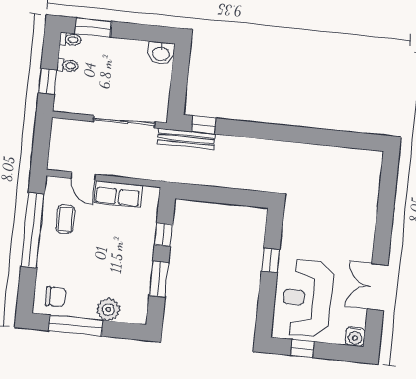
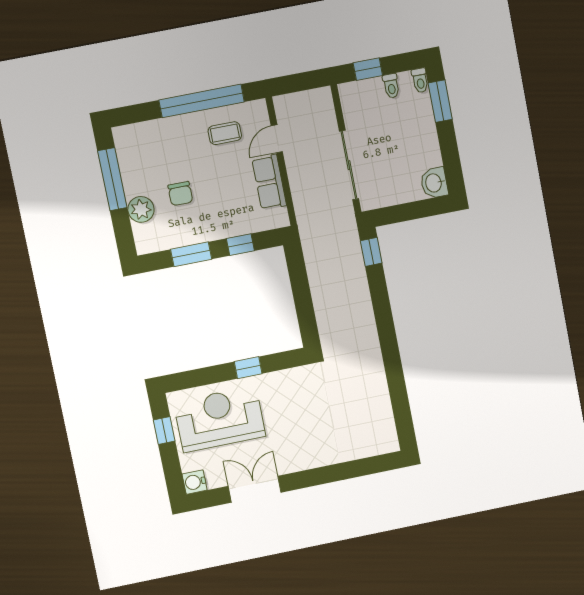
bench: (186, 139) -> (351, 238), removed
chair: (56, 297) -> (180, 194), moved

